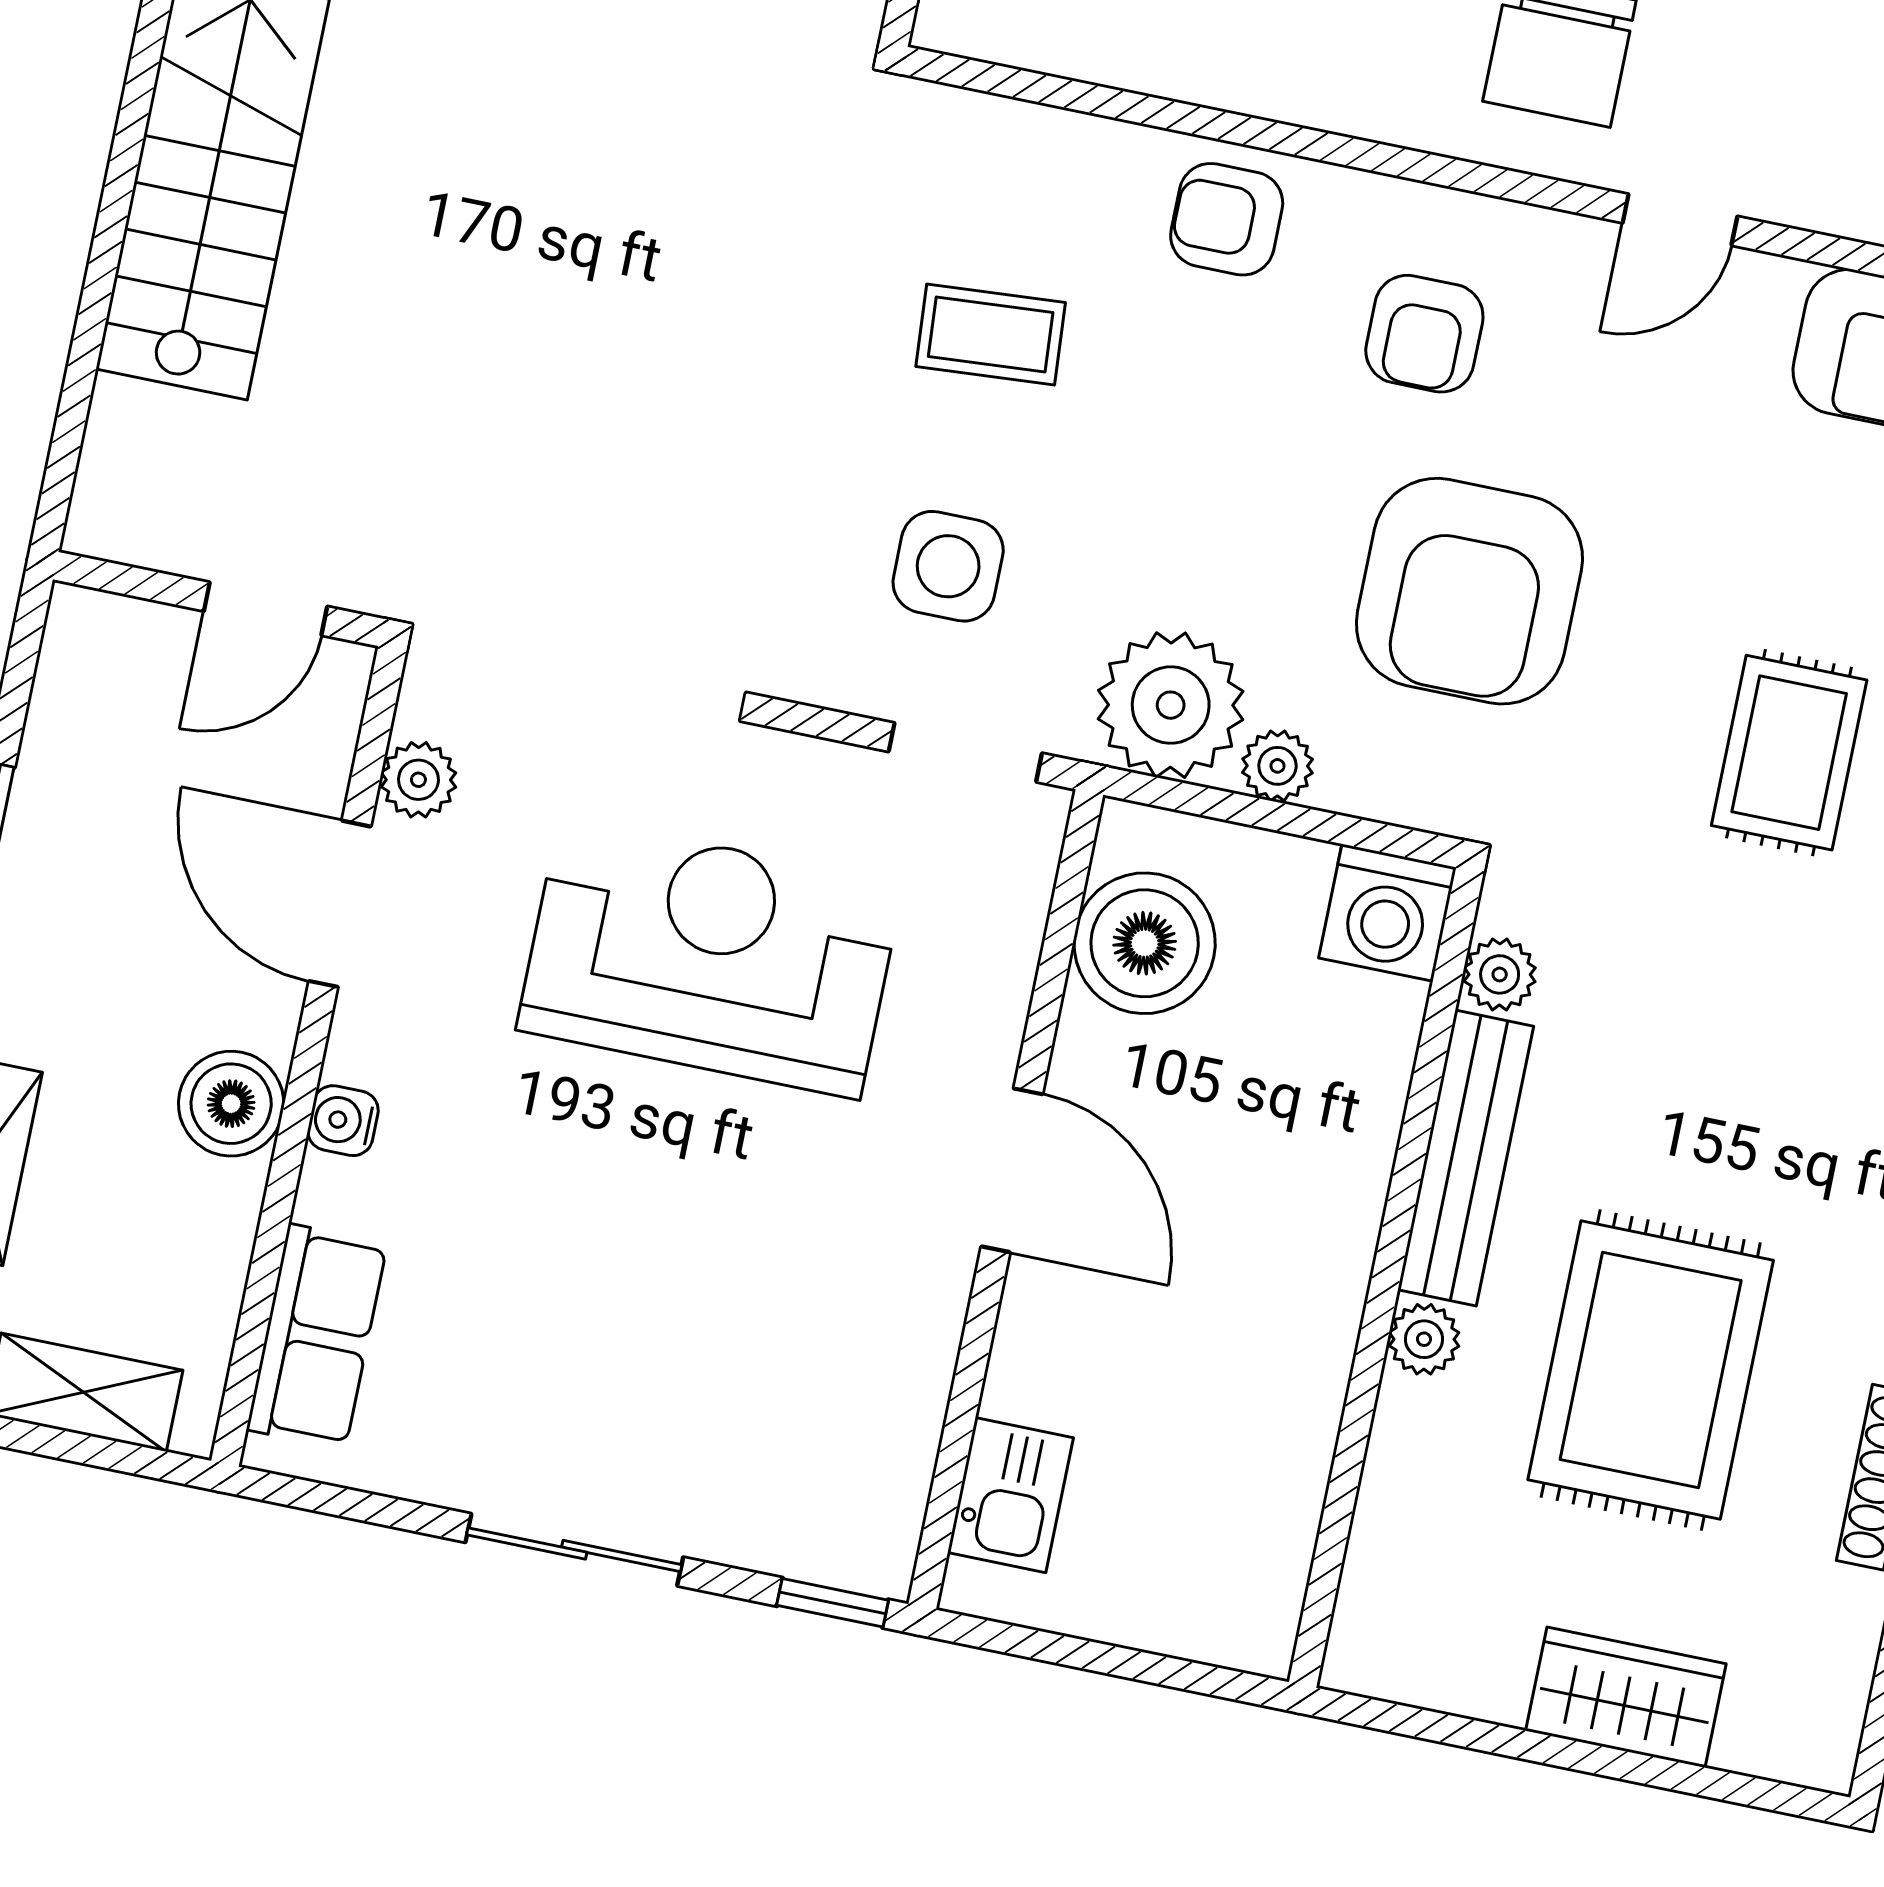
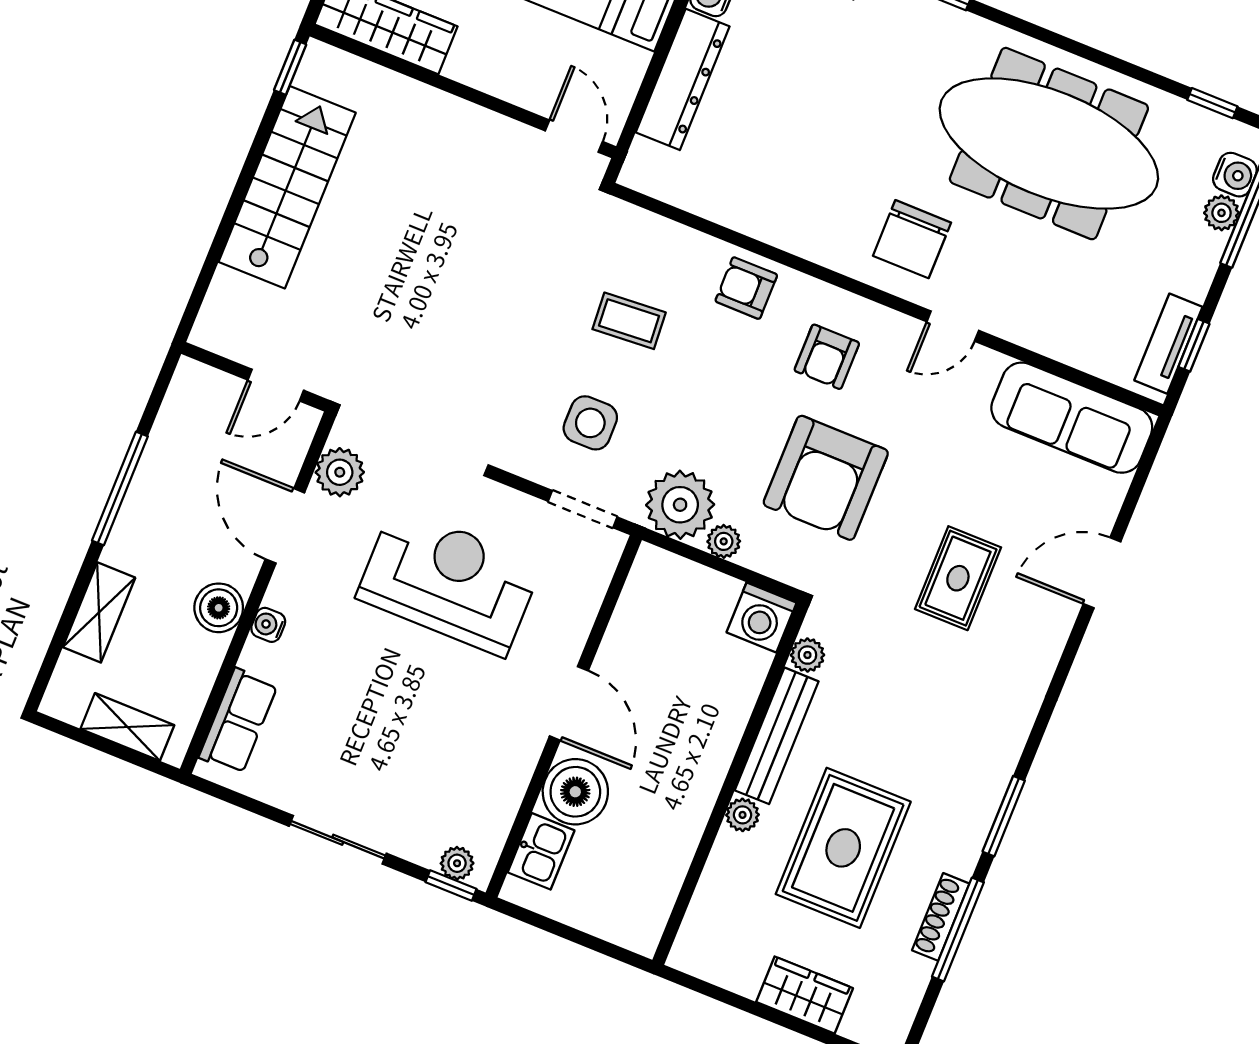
plant: (418, 780) -> (340, 472), width x1.38, depth x1.38
boiler: (1145, 943) -> (575, 792), moved
plant: (837, 1553) -> (457, 863), added

